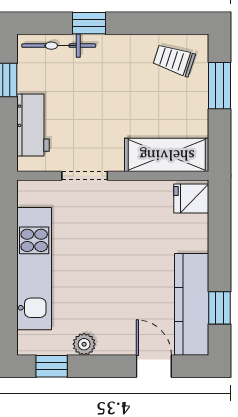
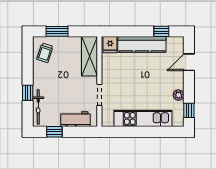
kitchen counter: (192, 304) -> (142, 44), moved

